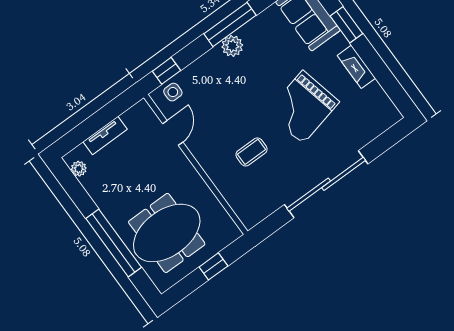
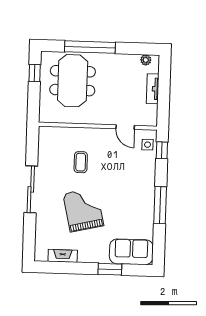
plant: (232, 46) -> (147, 197), removed
fireplace: (356, 67) -> (63, 256), moved
sliding door: (326, 184) -> (31, 189), width x0.73
window: (213, 266) -> (35, 73), moved

